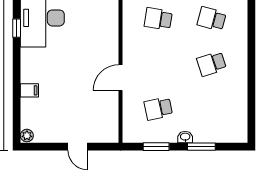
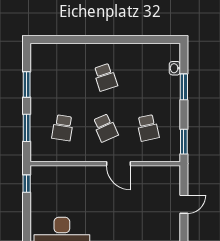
school desk: (212, 19) -> (105, 128), moved, turned -39
washbasin: (185, 137) -> (175, 68), moved
window: (156, 147) -> (184, 142), moved

